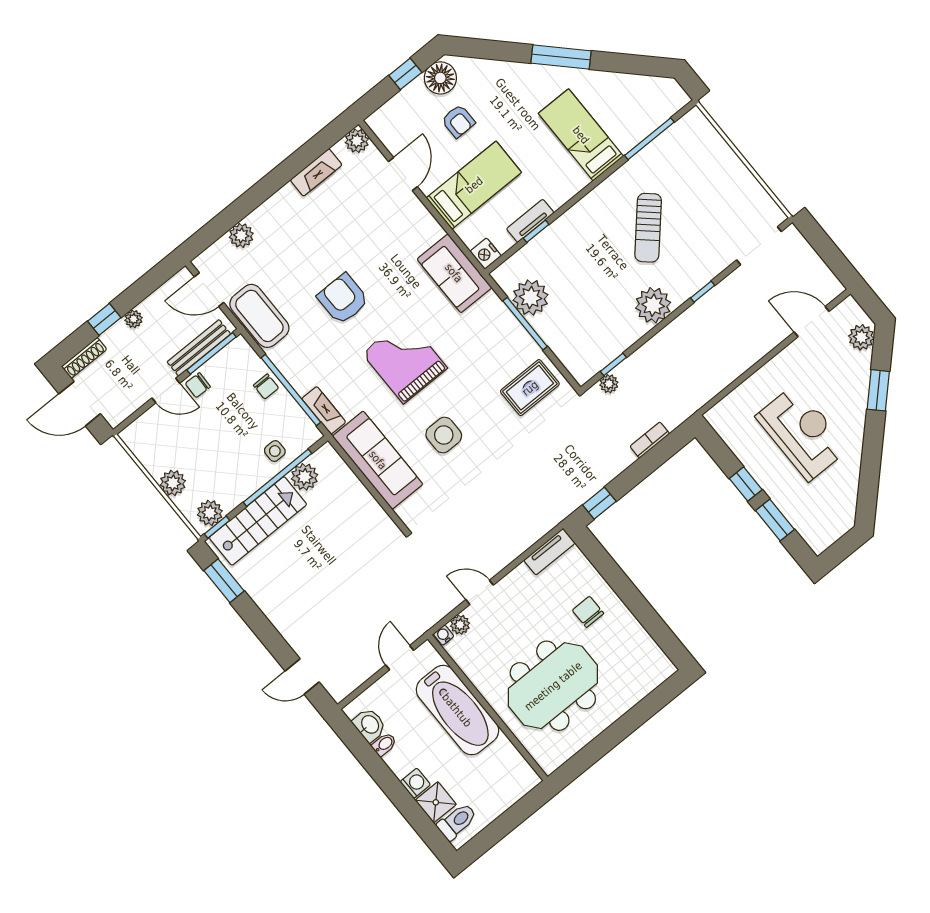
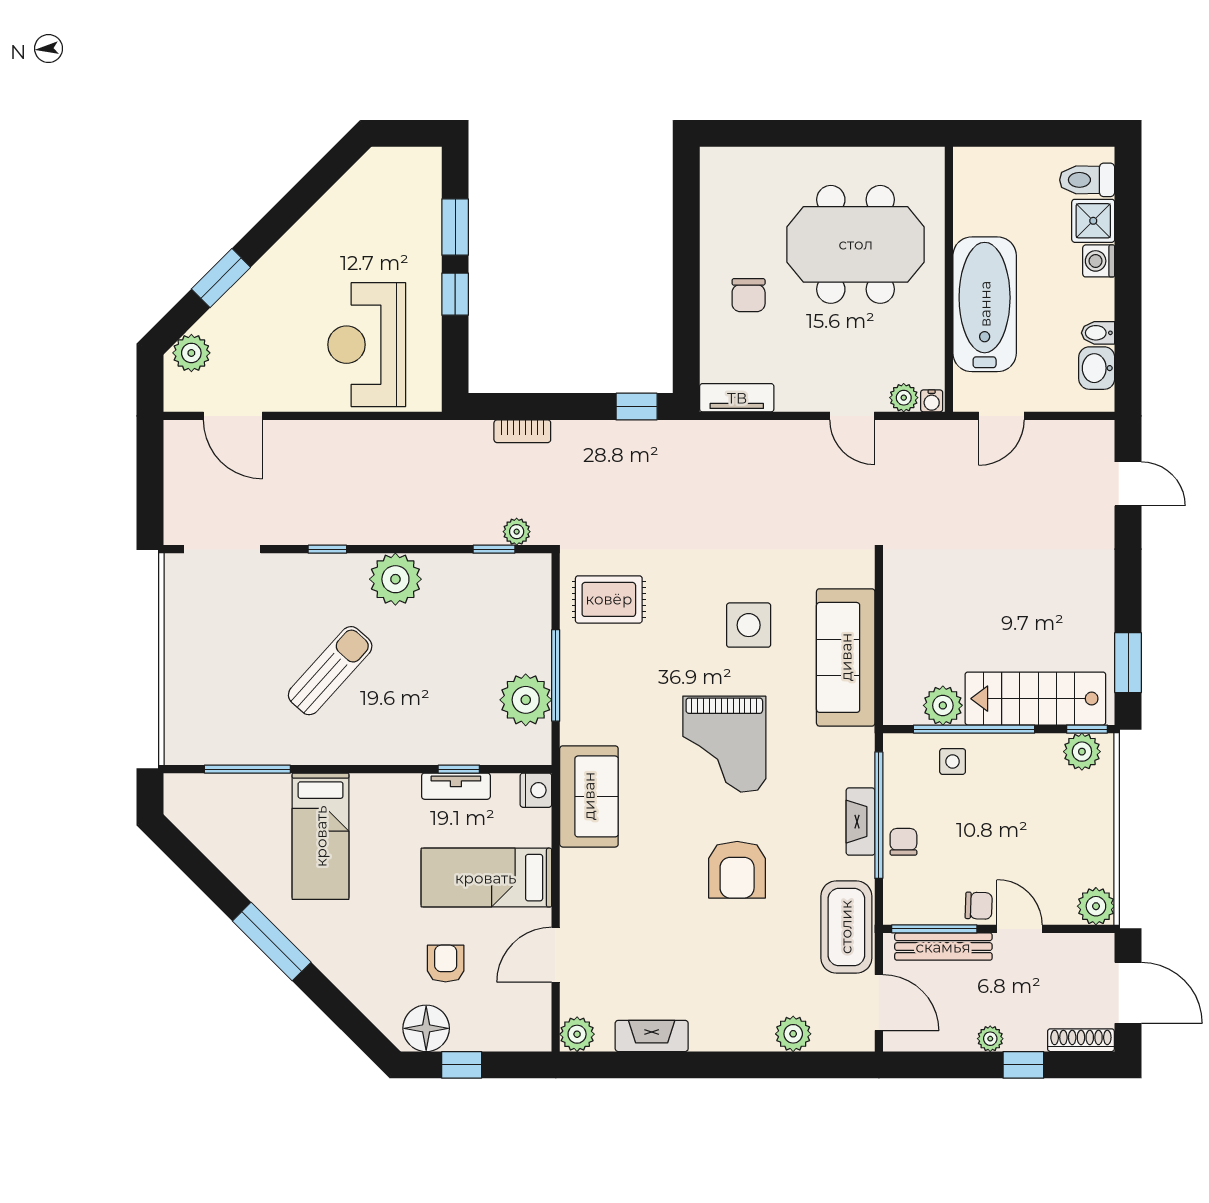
fireplace: (324, 410) -> (861, 822), moved
reception desk: (802, 433) -> (367, 345), moved
plant: (173, 483) -> (1096, 906), moved

